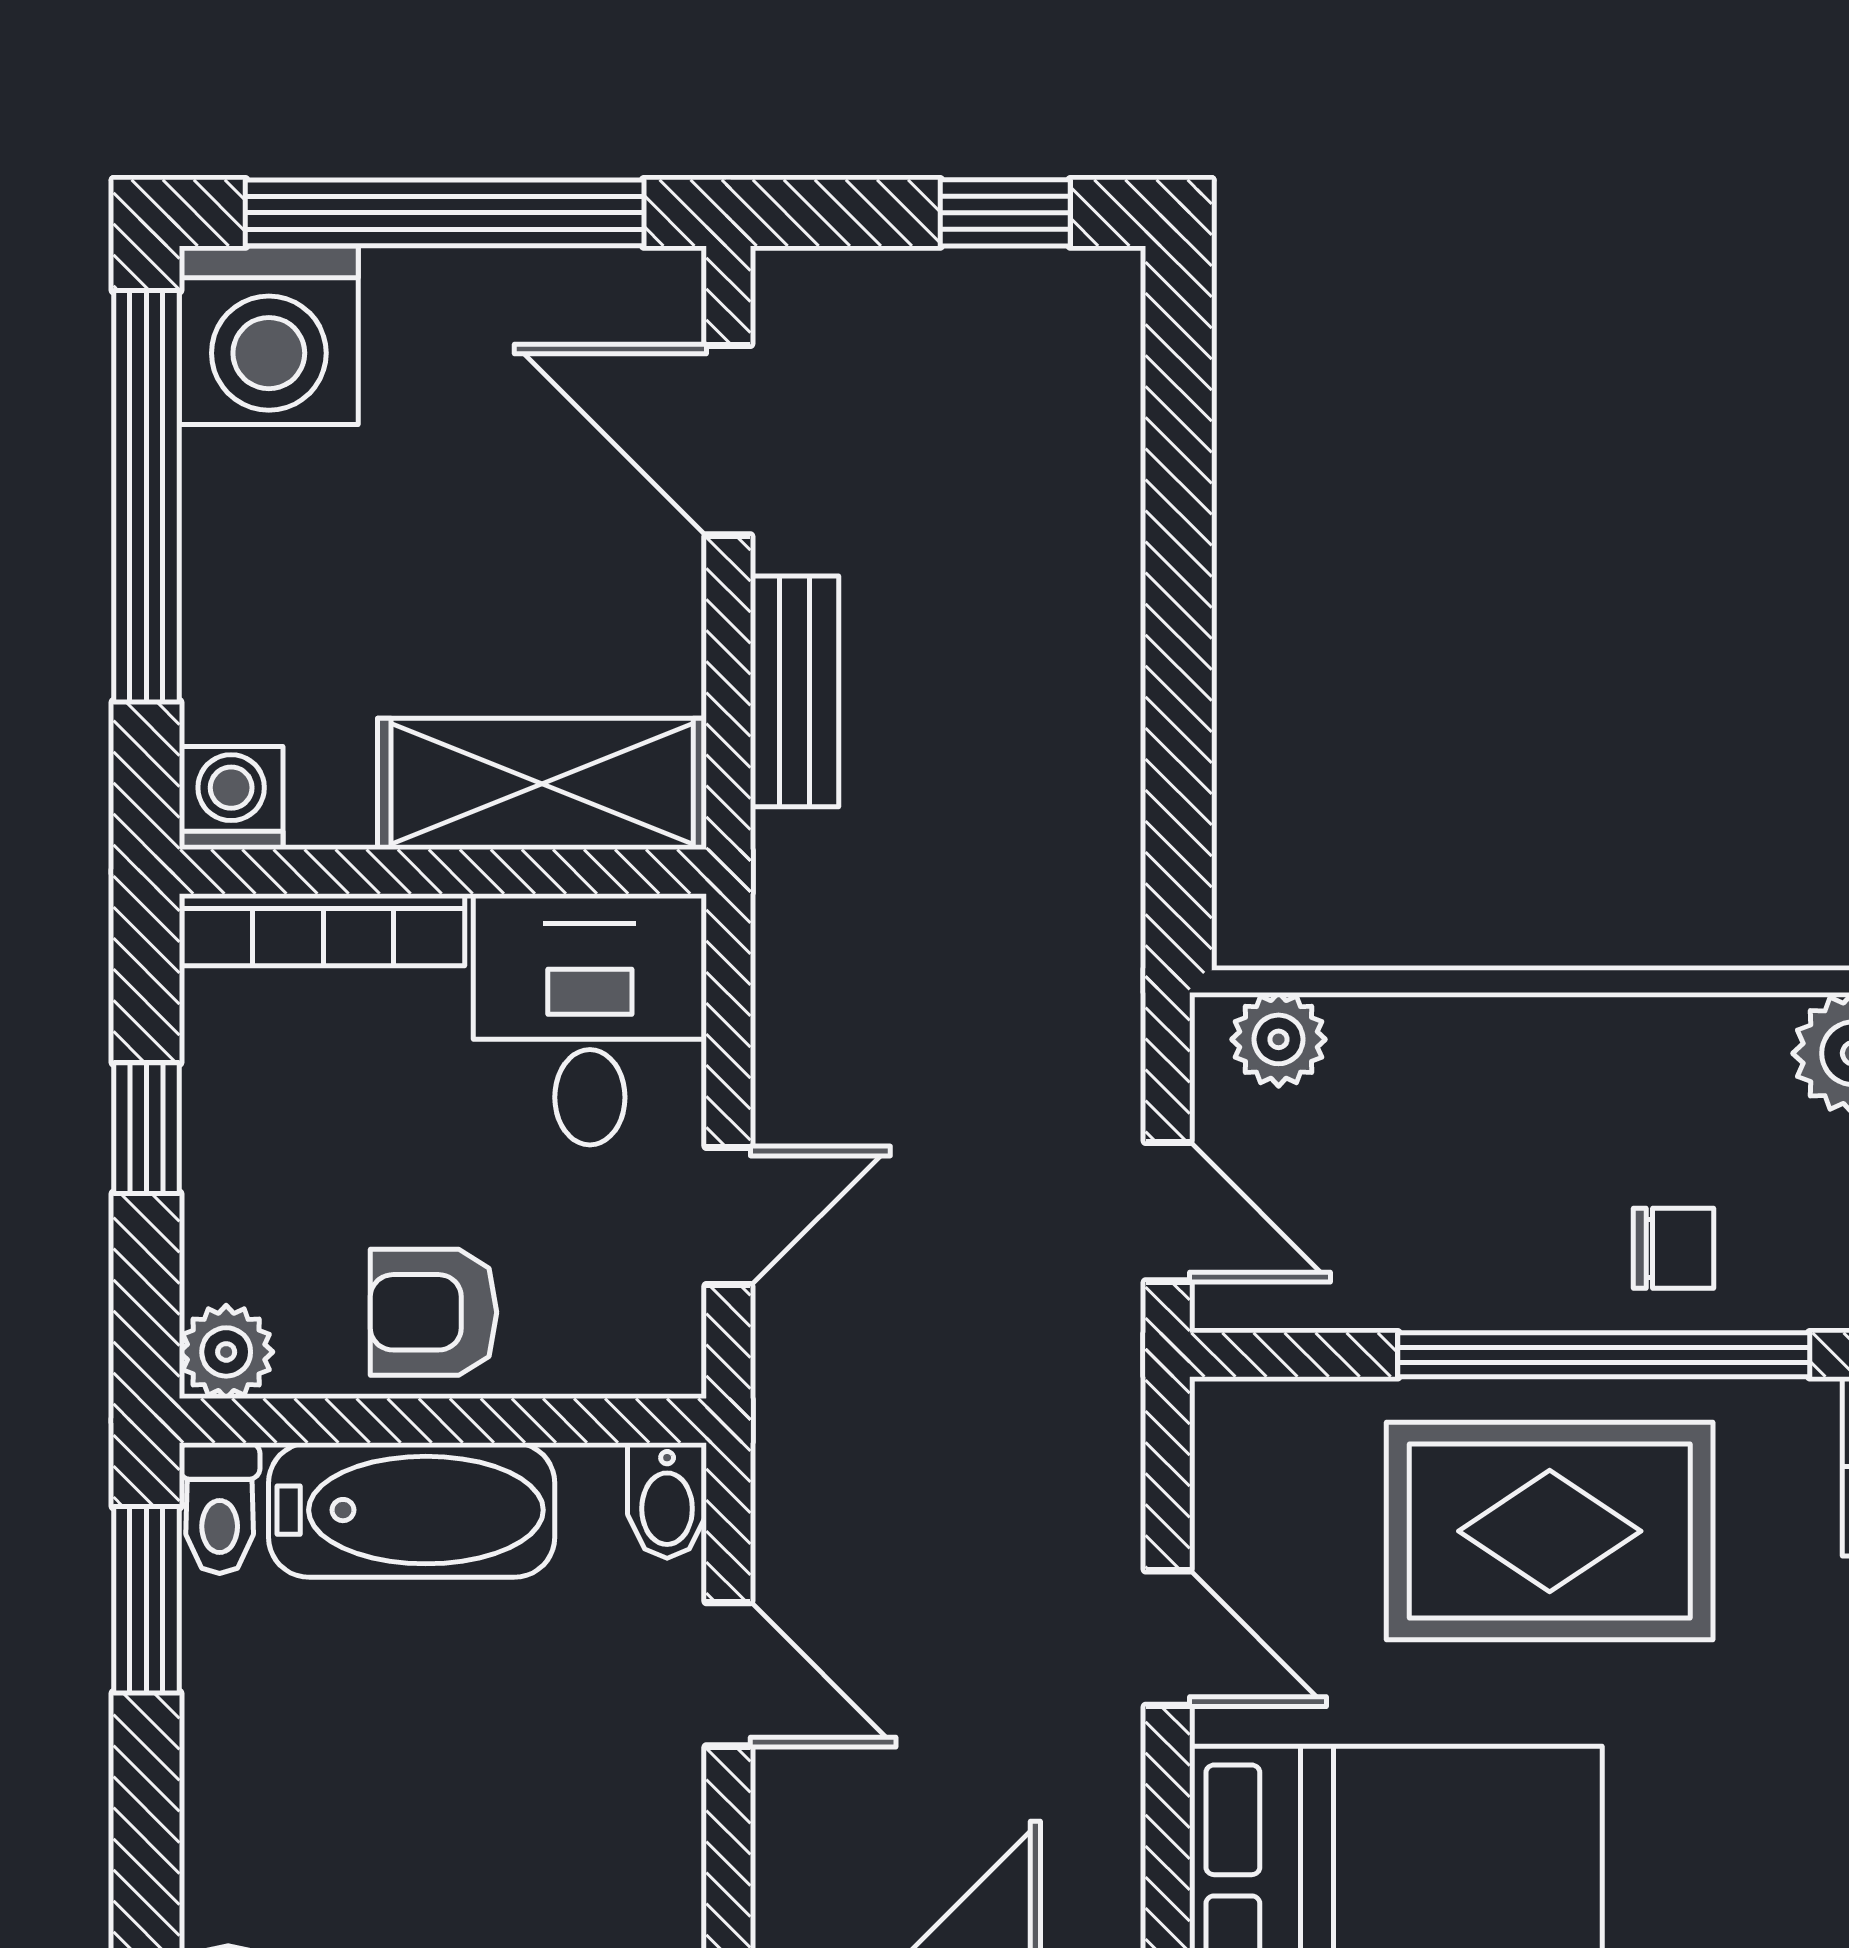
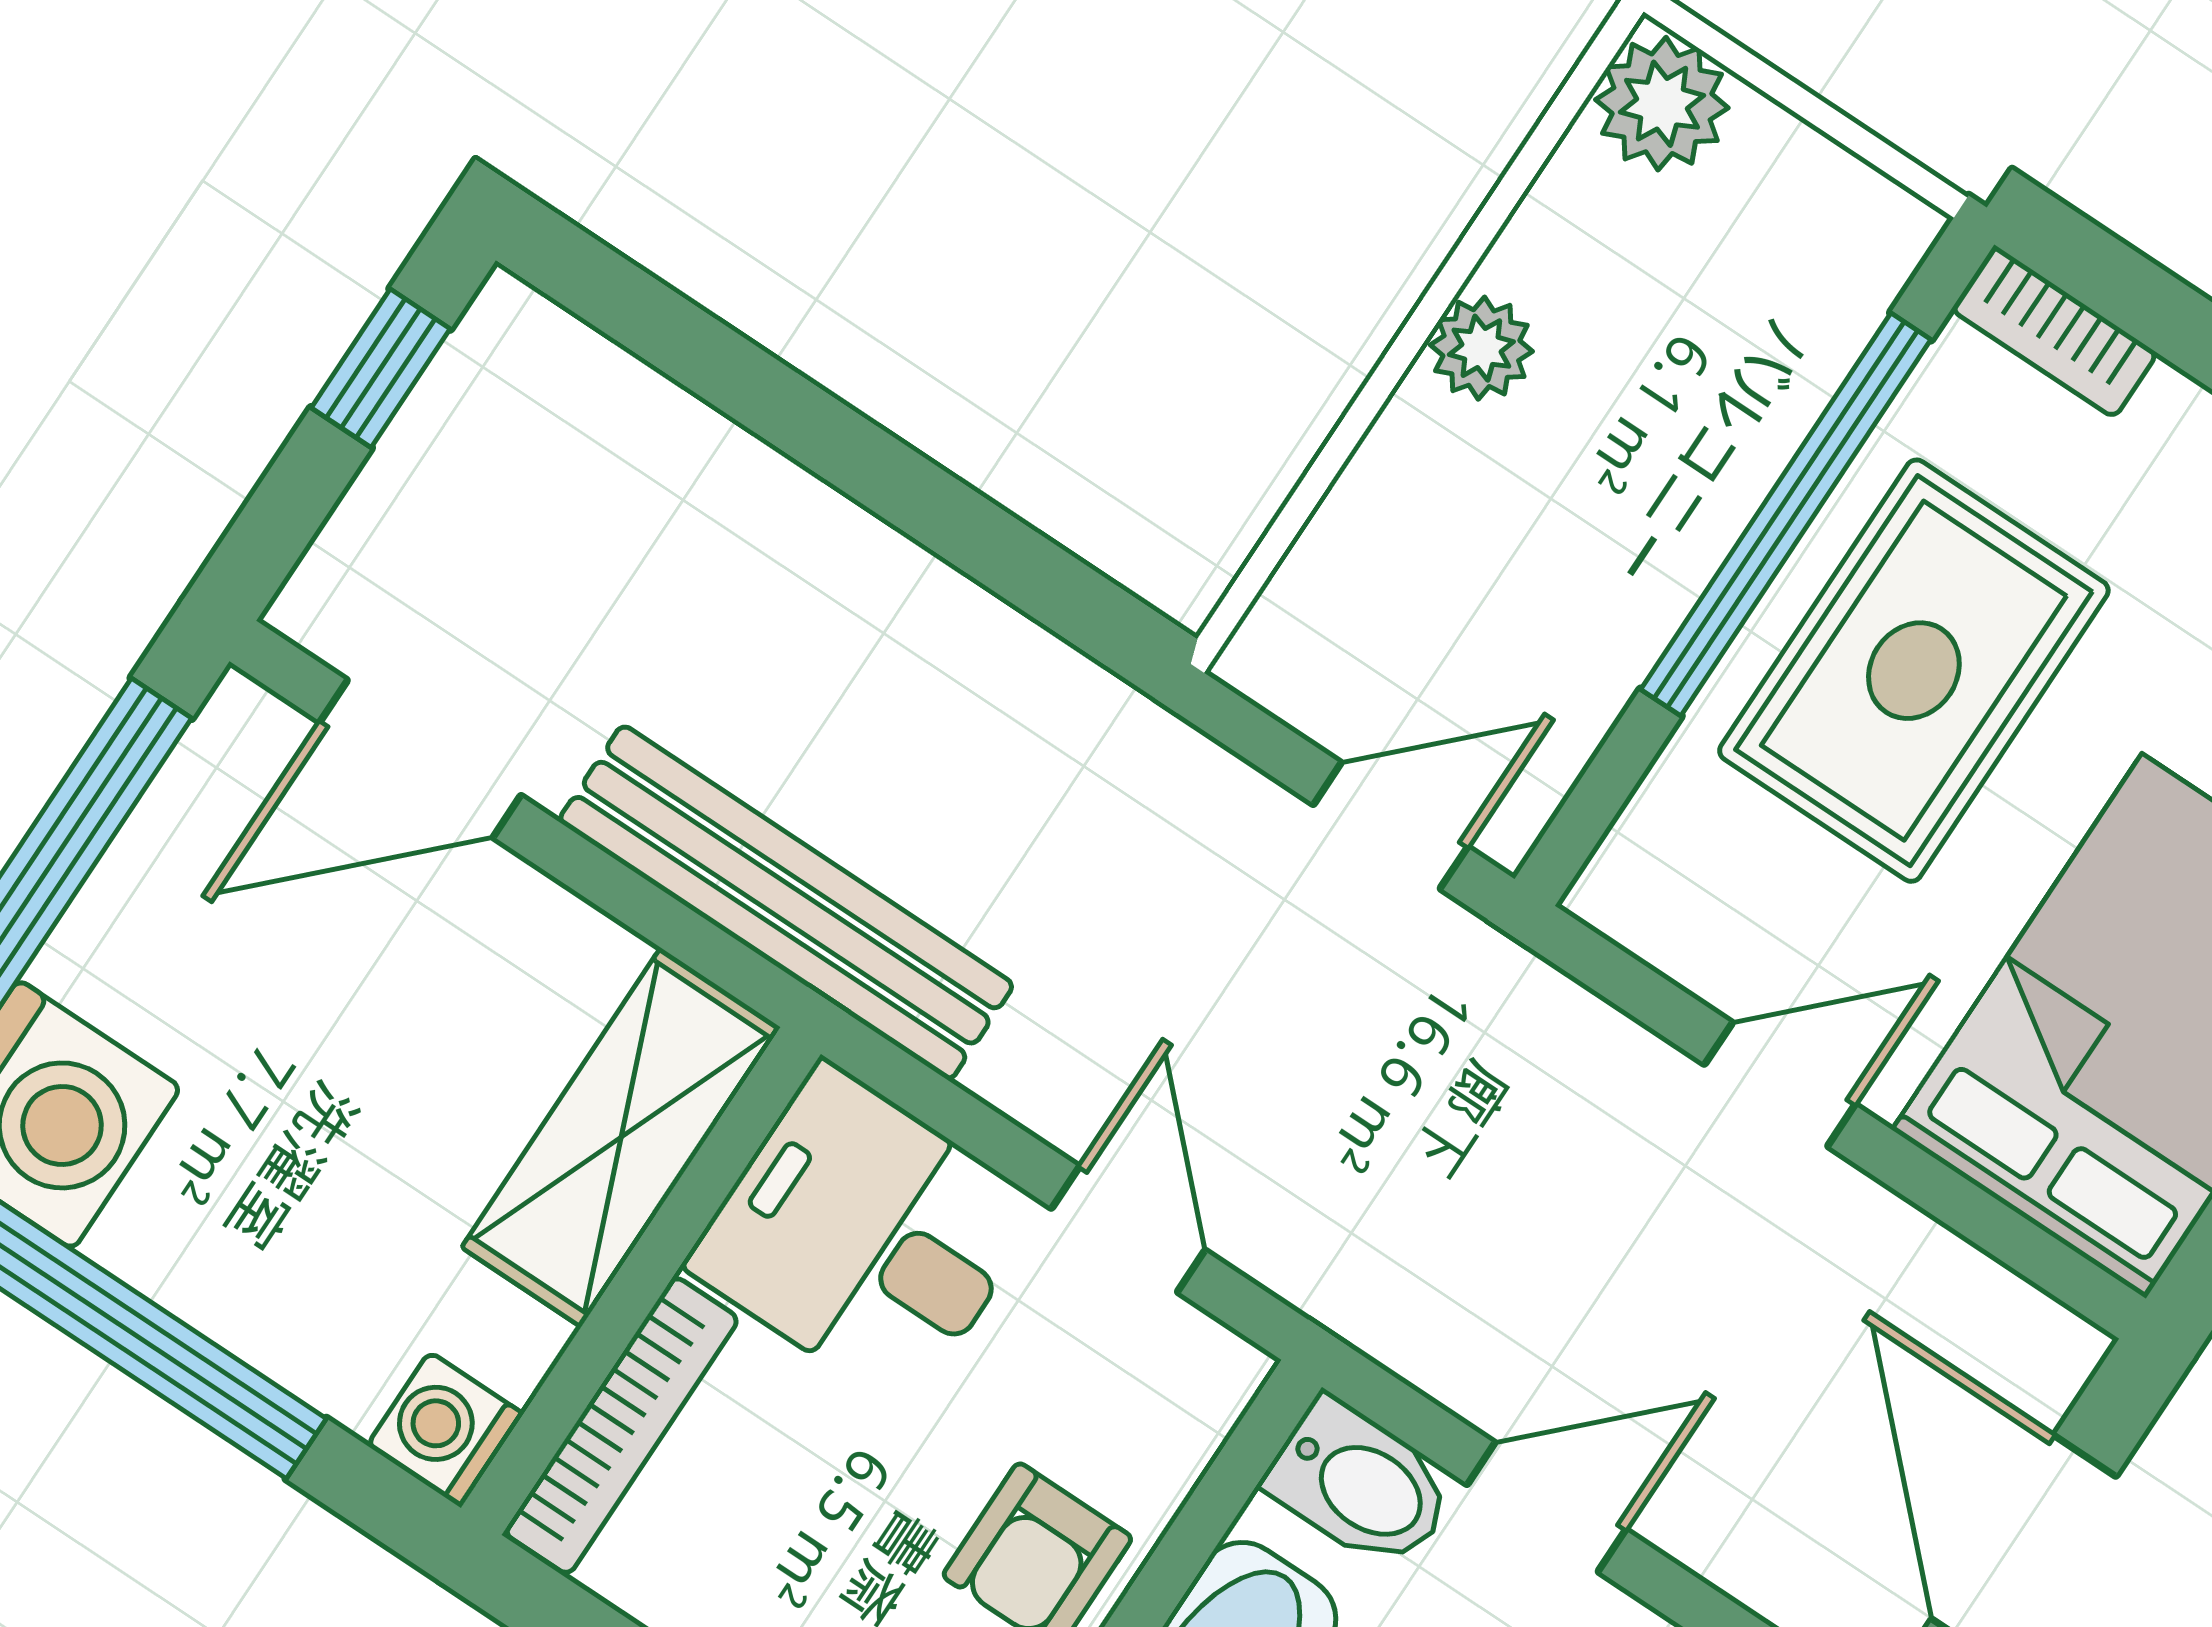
bench: (794, 691) -> (786, 903), width x1.86, depth x1.21
plant: (1279, 1039) -> (1481, 348), moved
chair: (1673, 1248) -> (1731, 386), removed
bidet: (667, 1501) -> (1361, 1484), width x1.38, depth x1.36

